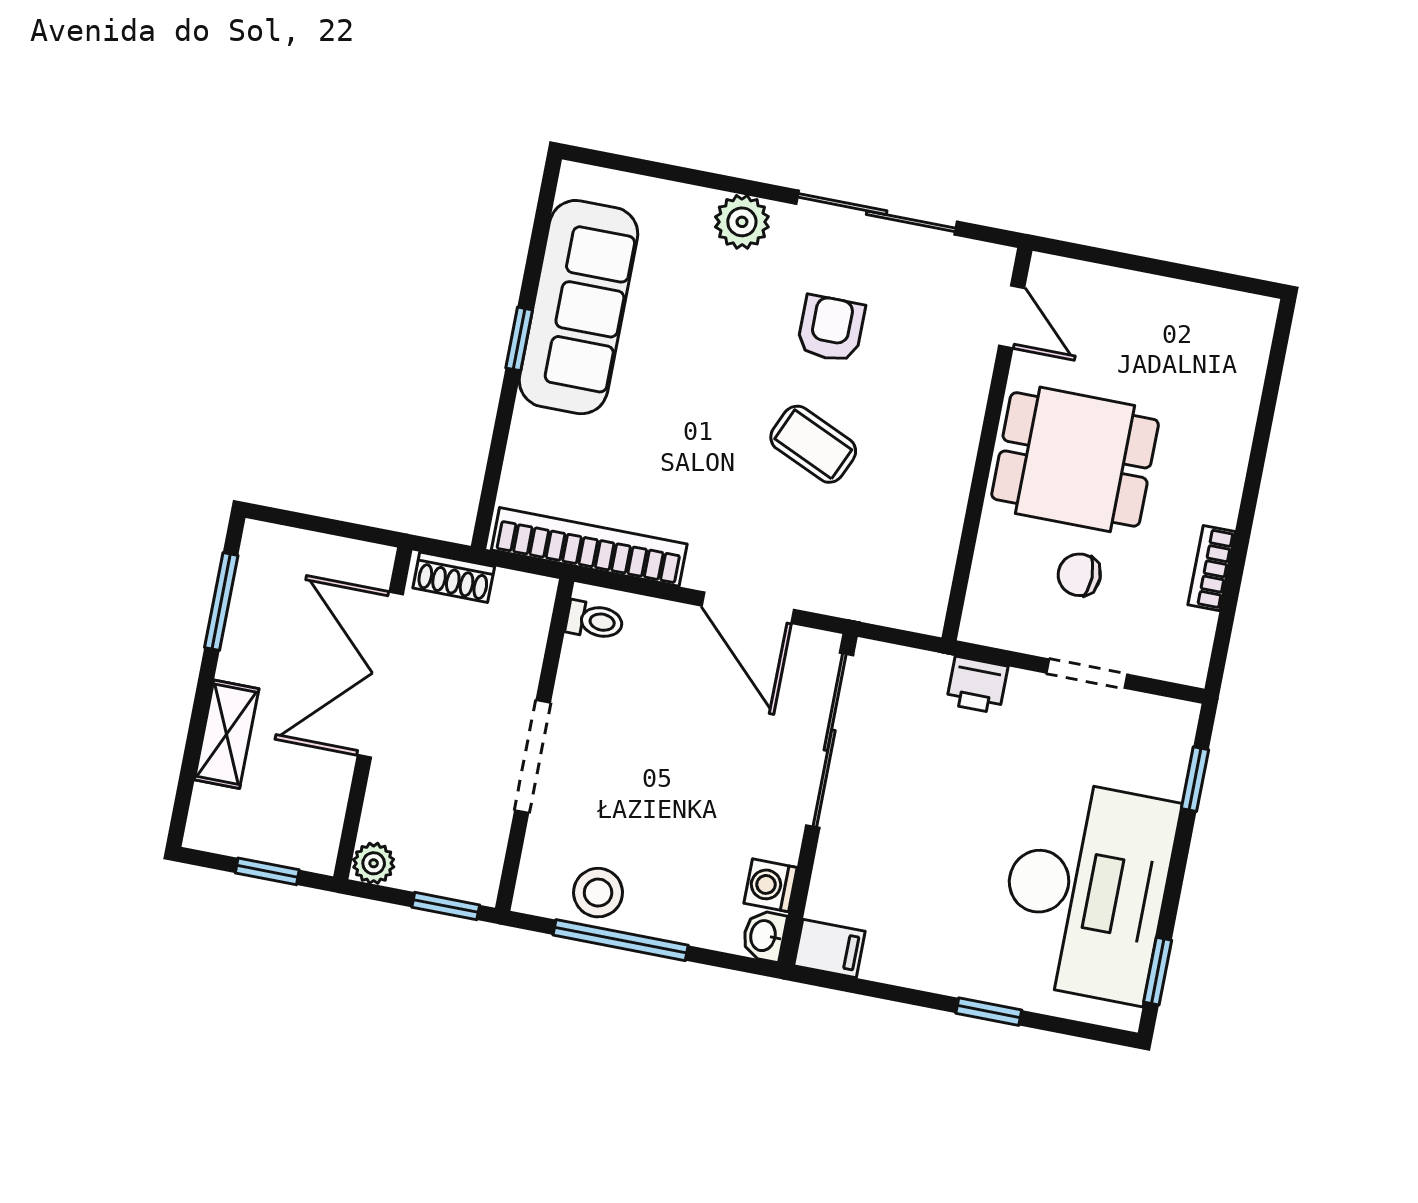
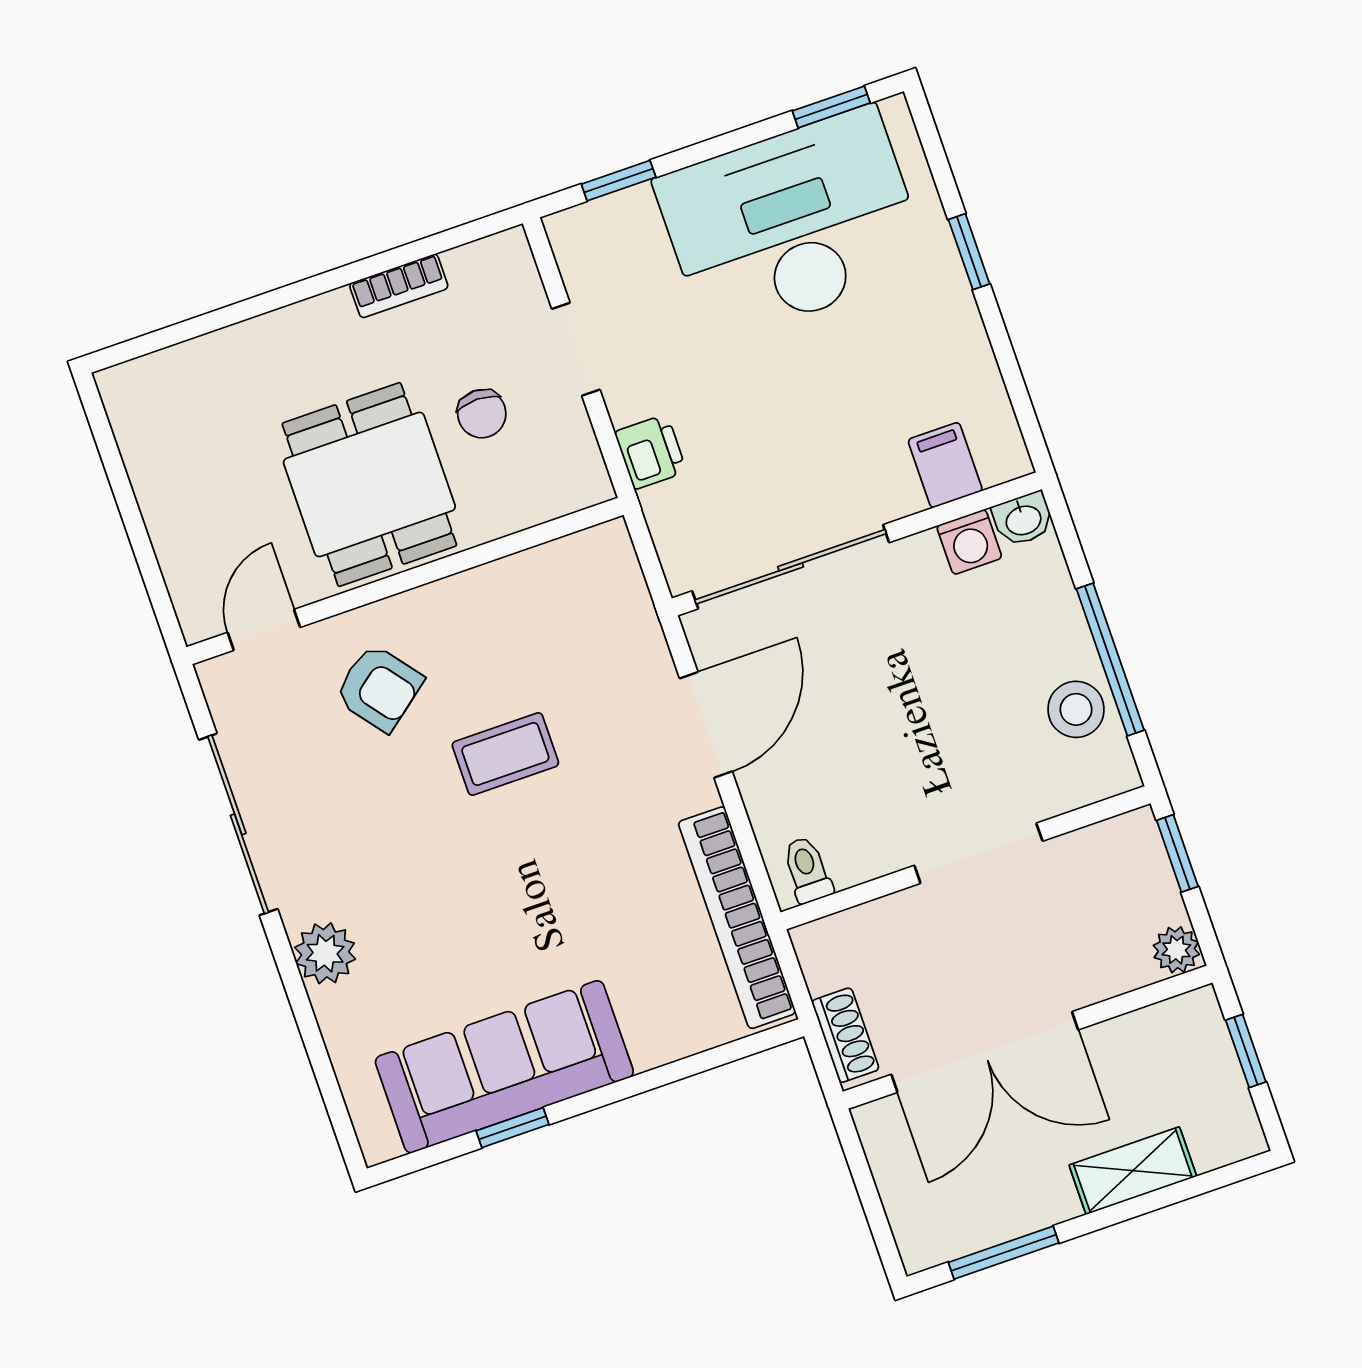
armchair: (831, 329) -> (379, 688), moved, turned -128
window: (519, 339) -> (512, 1128), moved
coffee table: (813, 444) -> (505, 754), turned 66
filing cabinet: (829, 948) -> (945, 465), moved

